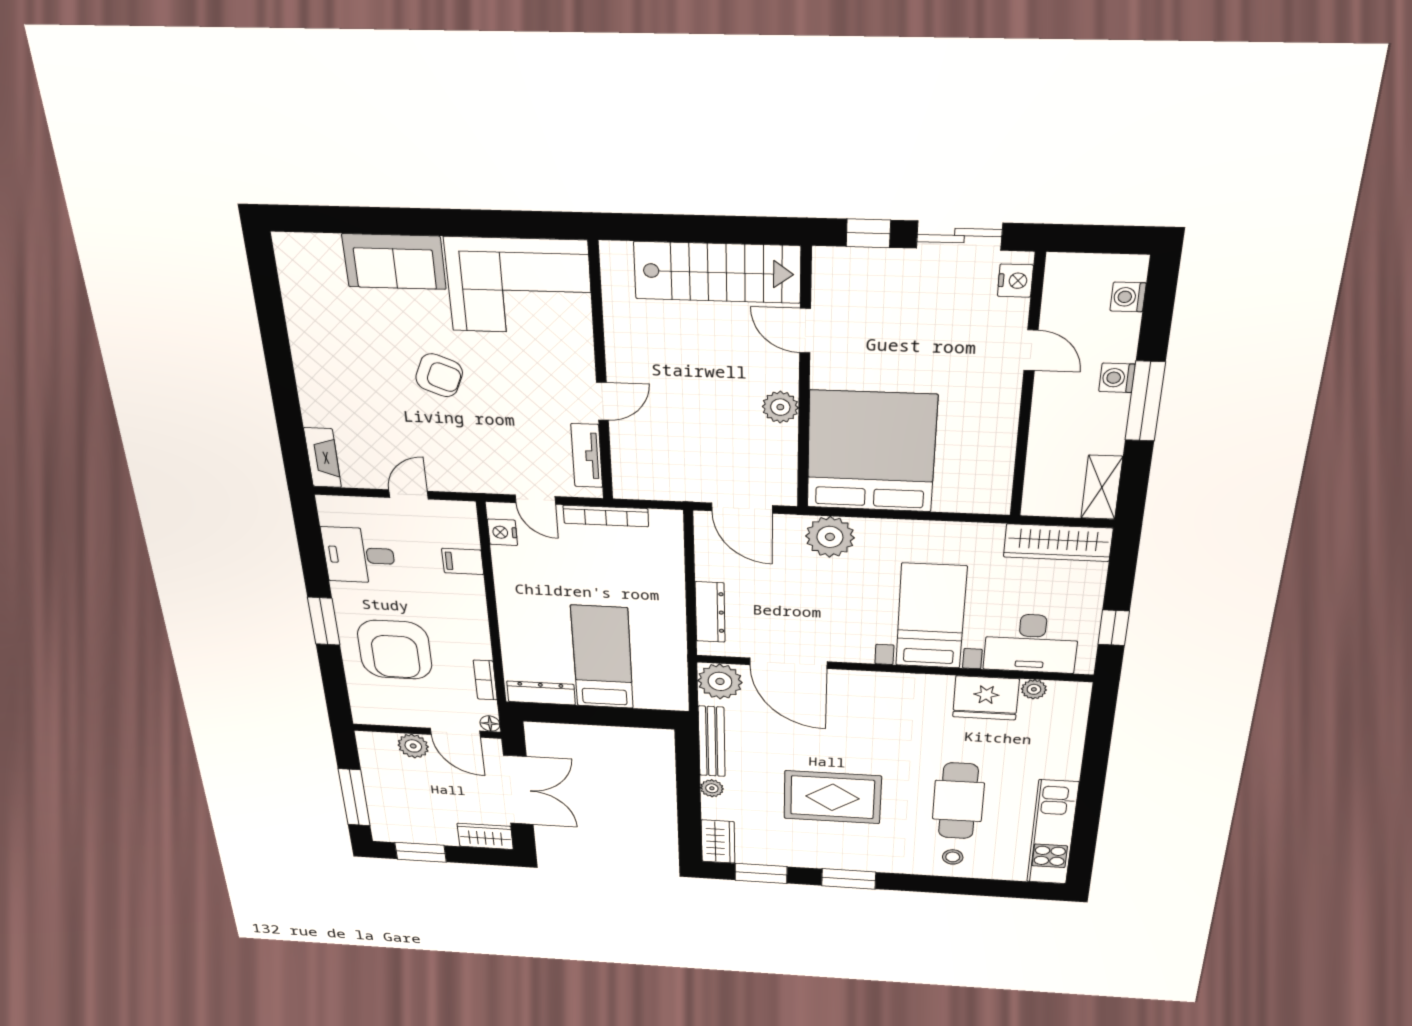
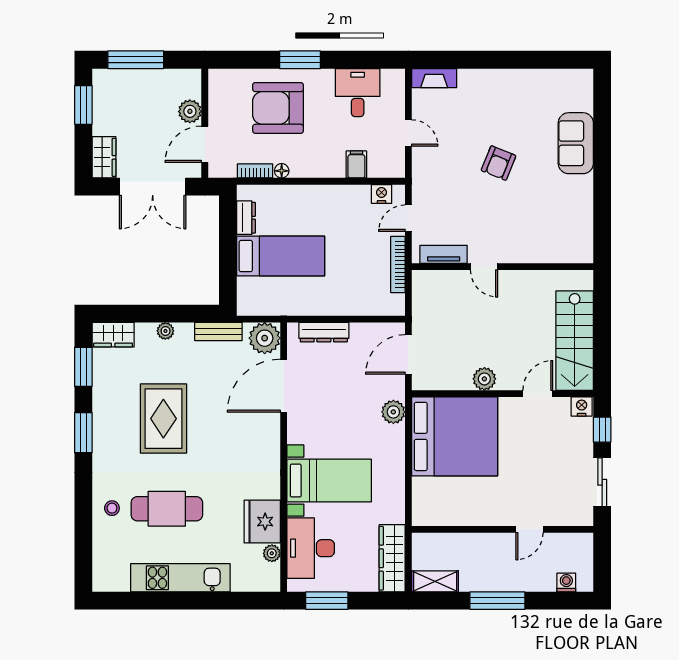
nightstand: (1015, 281) -> (582, 407), moved, turned 180
corner sofa: (519, 286) -> (562, 219), removed
washing machine: (1117, 378) -> (513, 582), removed
plant: (830, 537) -> (393, 412), width x0.73, depth x0.73
window: (1114, 628) -> (327, 601), width x1.50
dresser: (541, 693) -> (246, 218), width x0.70
floor lamp: (490, 724) -> (282, 171), moved
bench: (712, 742) -> (218, 332), width x0.73
kitchen unit: (1053, 833) -> (180, 578), moved

